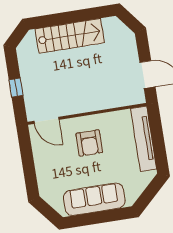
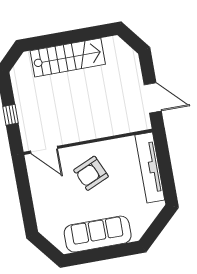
armchair: (89, 143) -> (91, 173), turned 66

